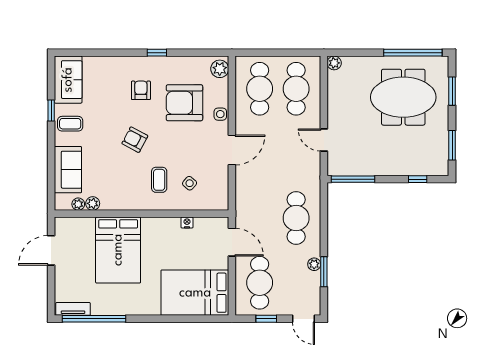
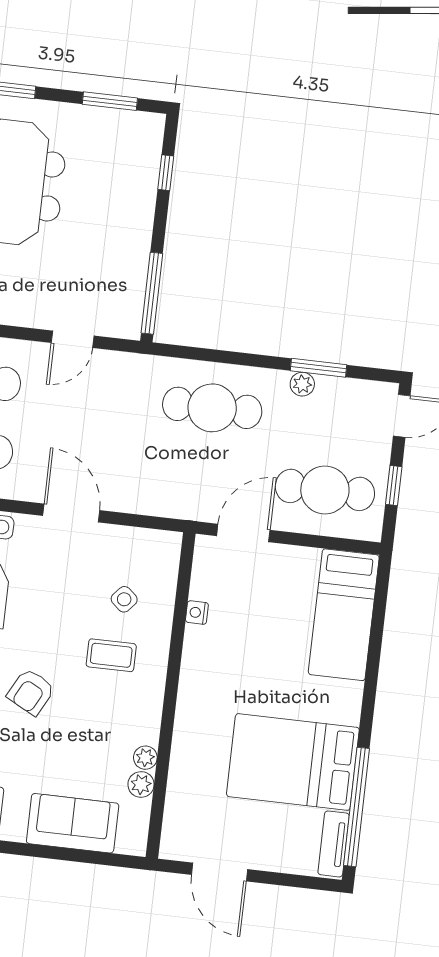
plant: (78, 204) -> (145, 758), moved
bed: (118, 250) -> (293, 762), moved, turned 180
bed: (195, 293) -> (344, 615), width x0.67

